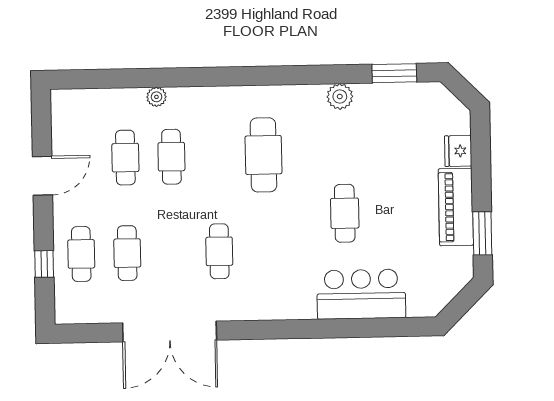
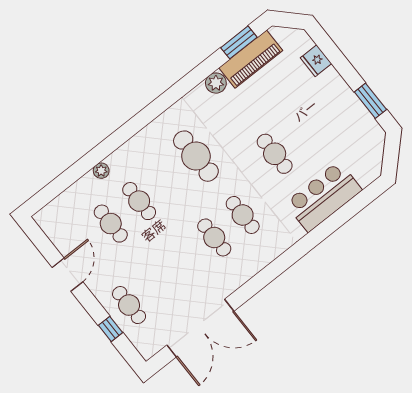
piano: (456, 207) -> (251, 59), moved, turned -90
cafe table: (127, 253) -> (243, 215), moved
double door: (170, 332) -> (200, 328), moved

